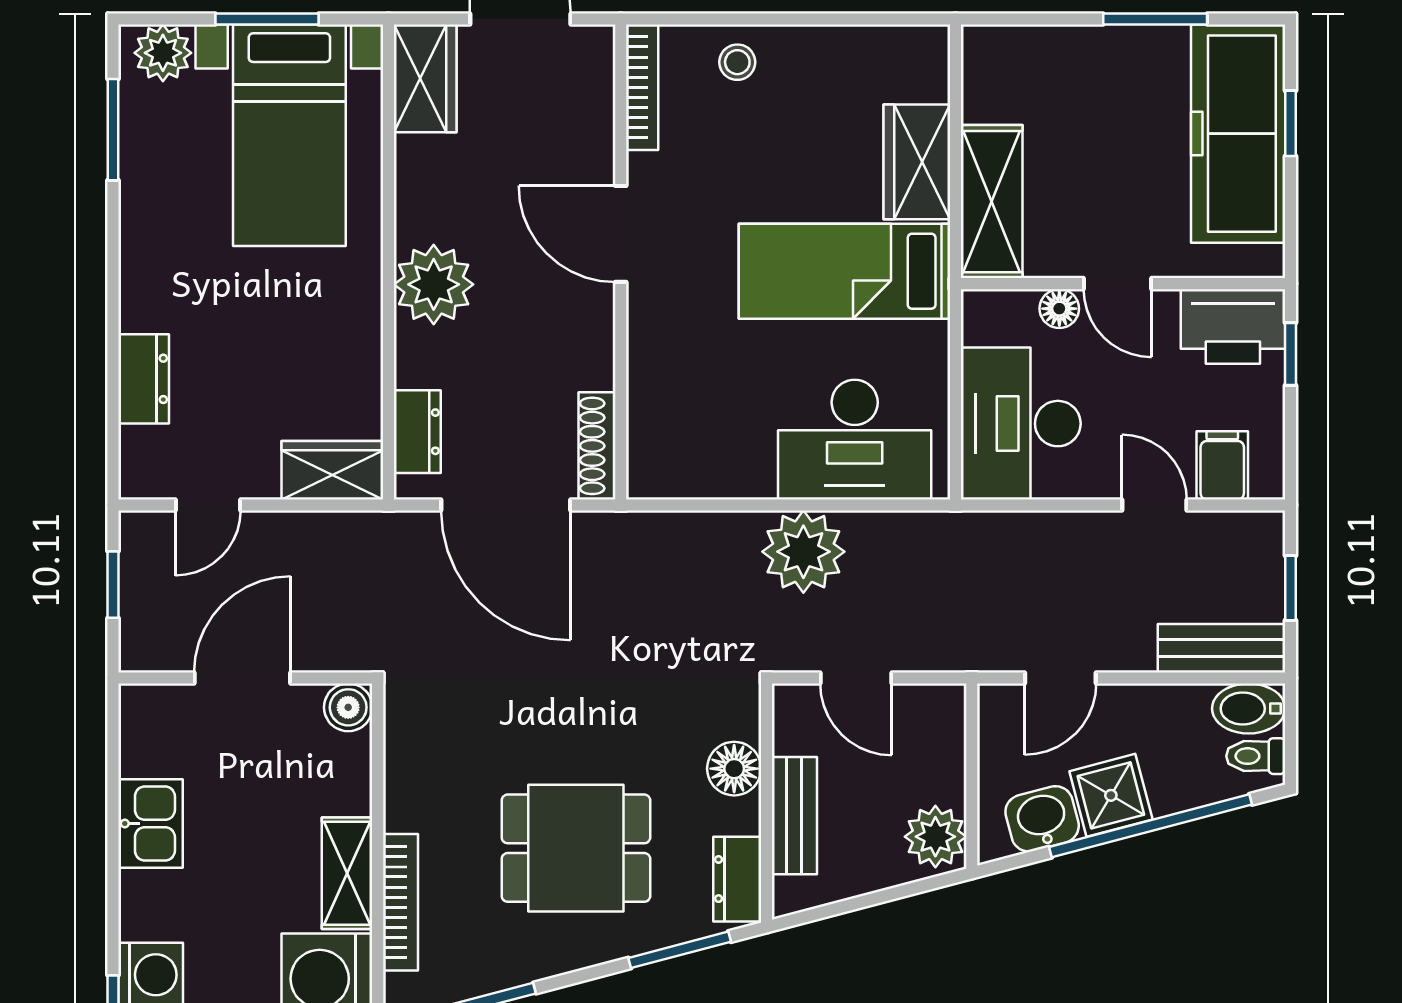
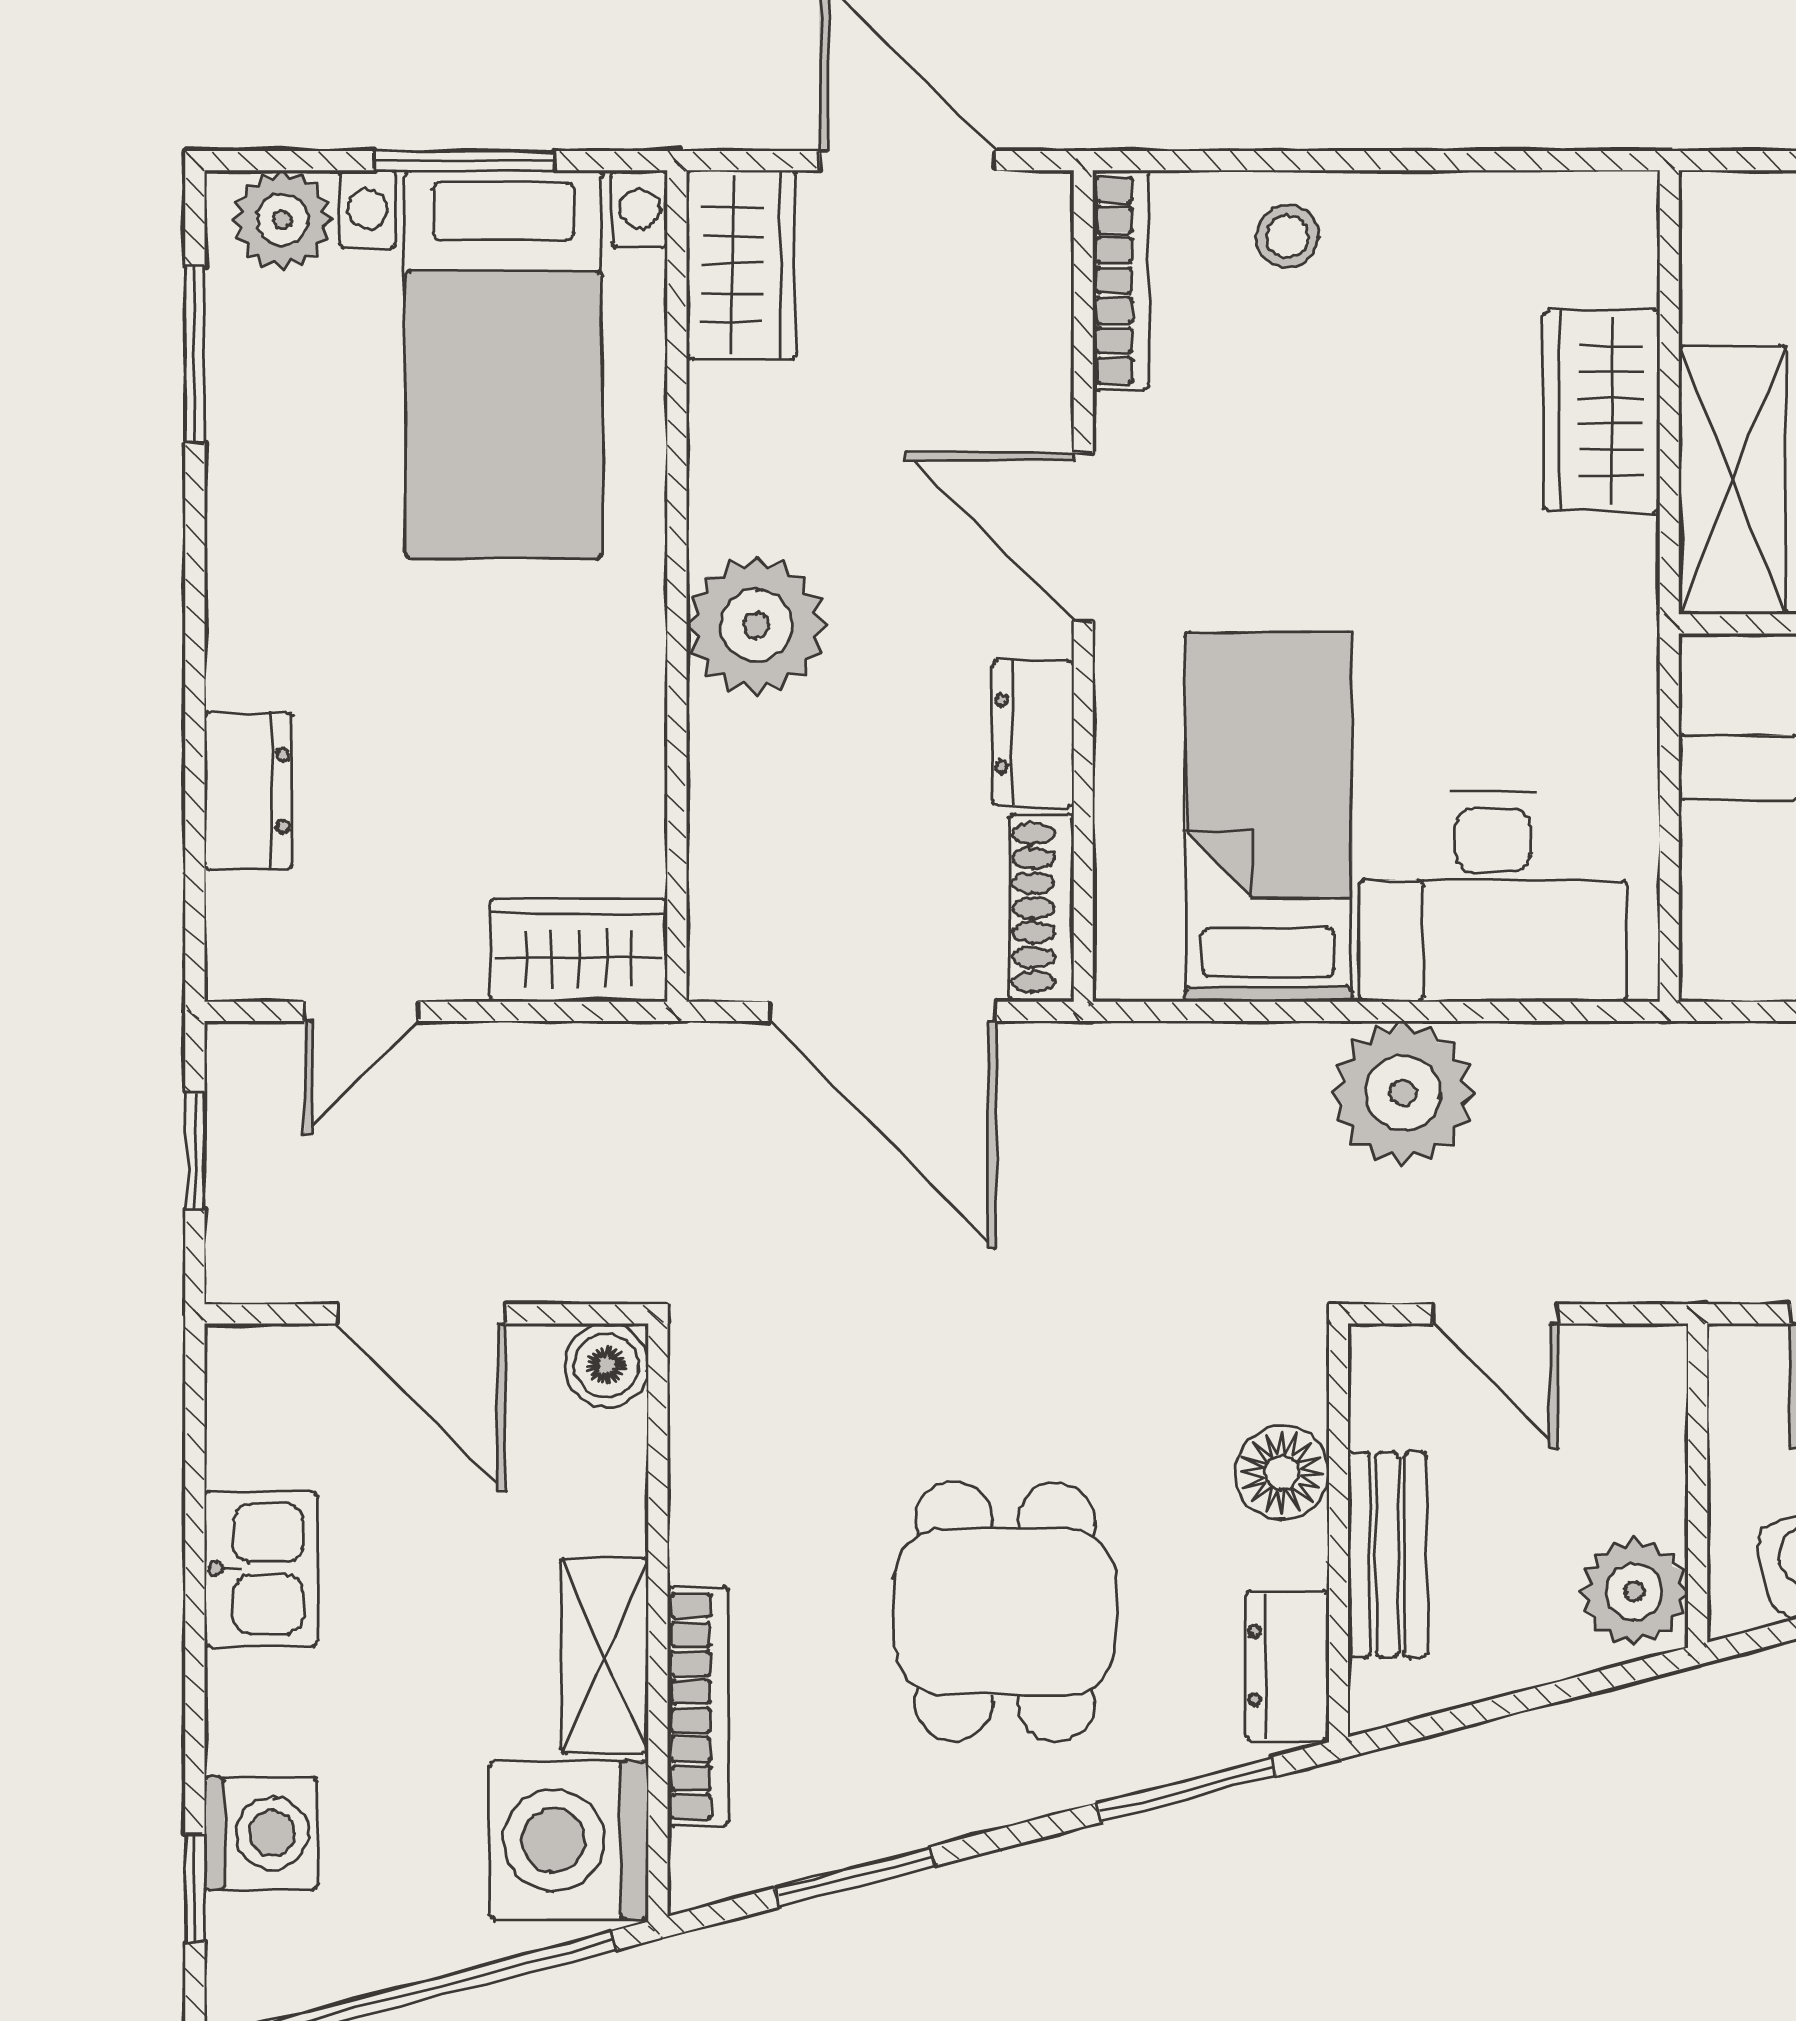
bed: (844, 271) -> (1268, 817), moved, turned 90
dresser: (417, 432) -> (1033, 733), moved, turned 180
door: (242, 678) -> (421, 1314), swing flipped
dining table: (576, 848) -> (1005, 1612), turned 90

